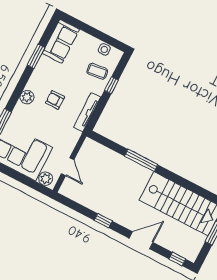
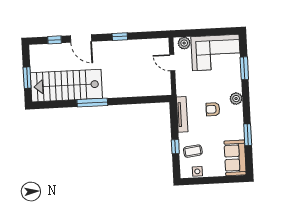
armchair: (55, 100) -> (213, 109), turned 180
window: (141, 160) -> (92, 103), moved
door: (141, 240) -> (81, 39), hinge flipped
window: (177, 259) -> (55, 40), moved

